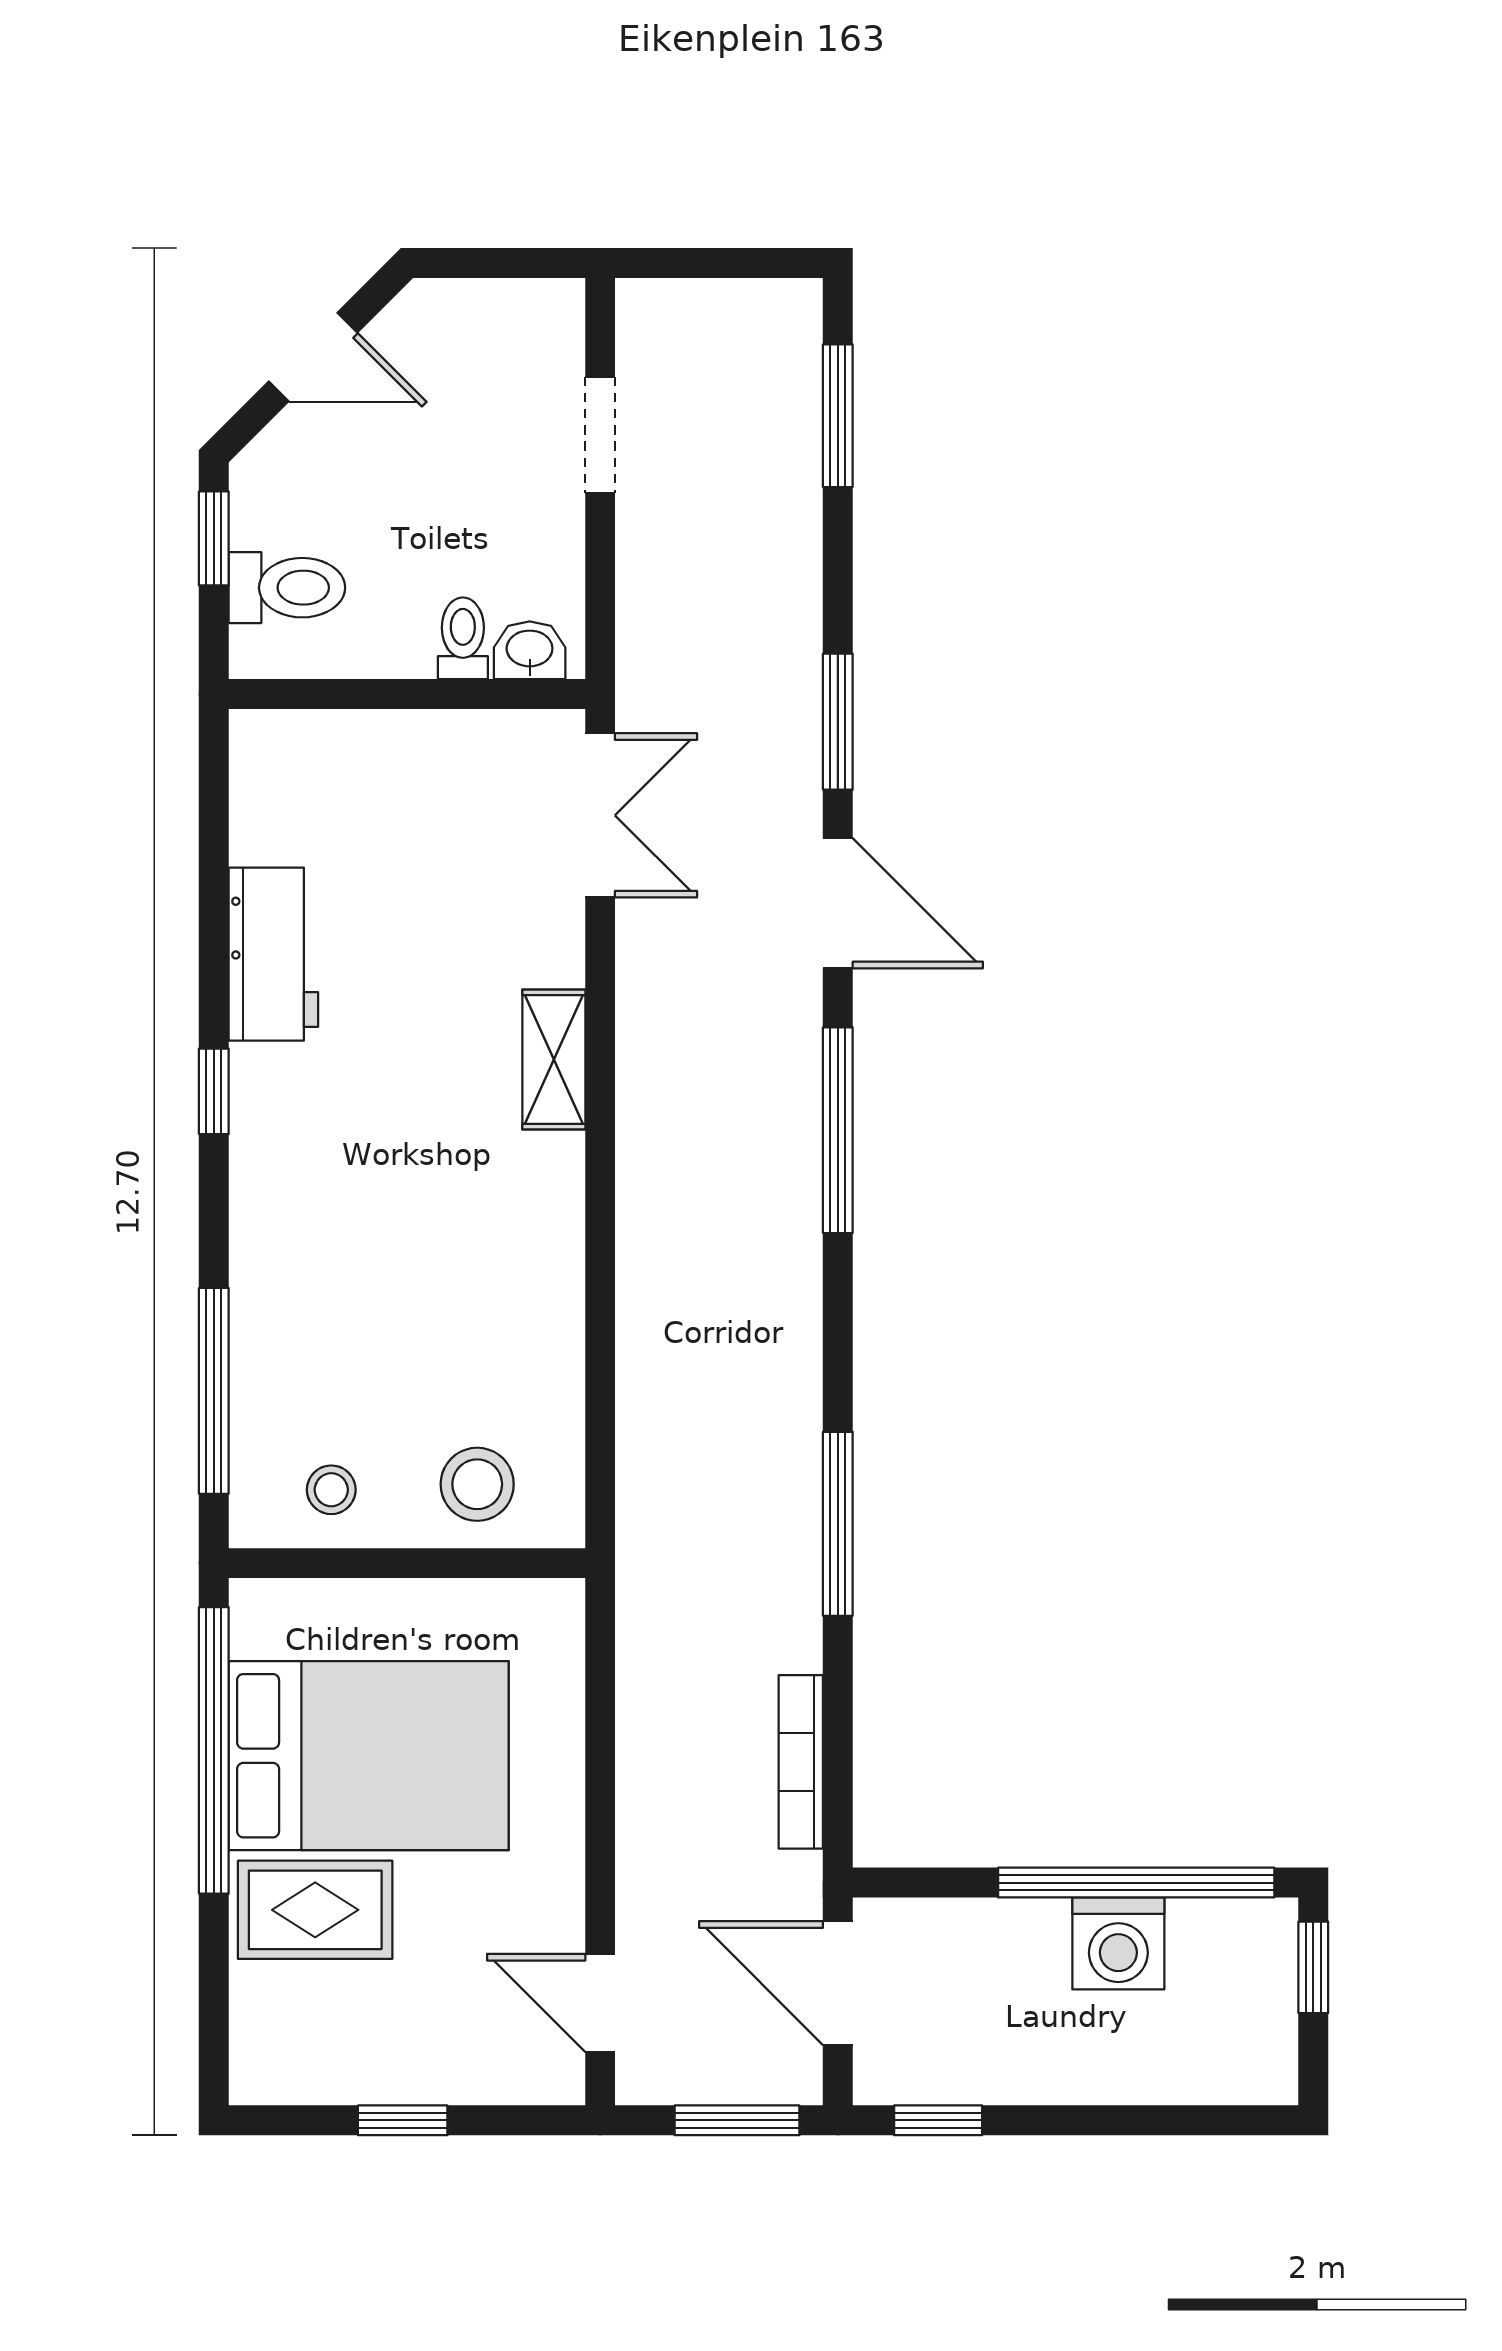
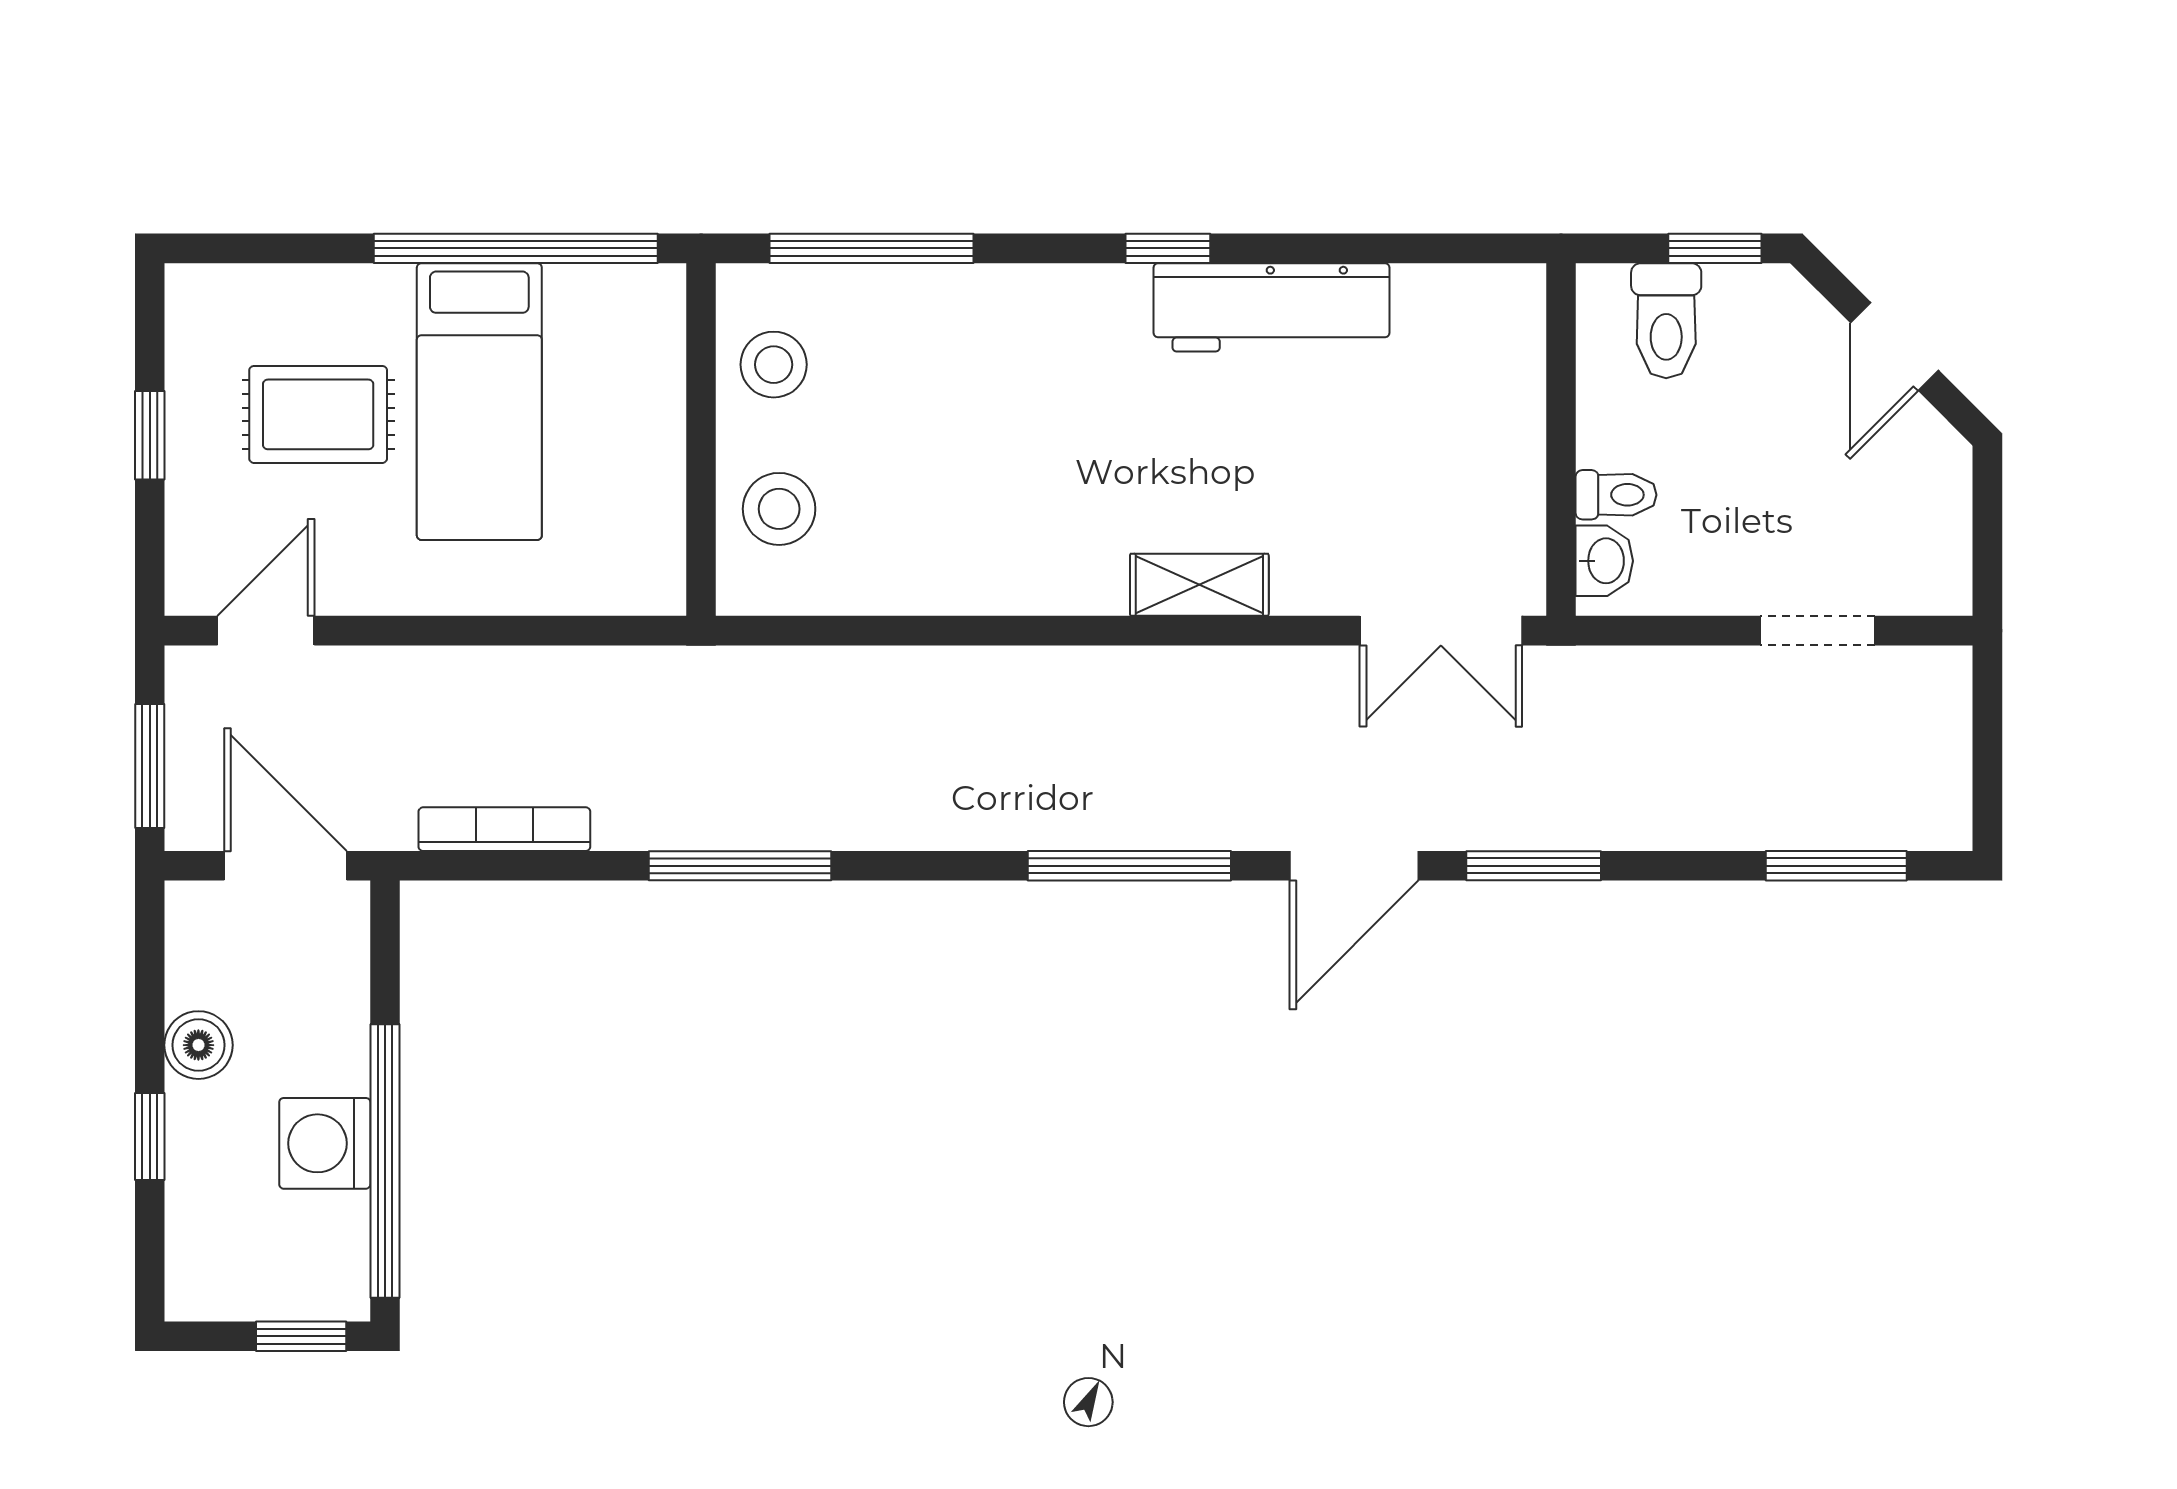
workbench: (273, 954) -> (1272, 307), width x1.37
stool: (331, 1490) -> (774, 365), width x1.37, depth x1.37
bed: (369, 1756) -> (479, 402), width x0.67
rug: (315, 1910) -> (318, 414), moved, turned 90
door: (838, 1983) -> (286, 866), hinge flipped
boiler: (1019, 2071) -> (198, 1045), added
window: (938, 2120) -> (150, 1136), moved

